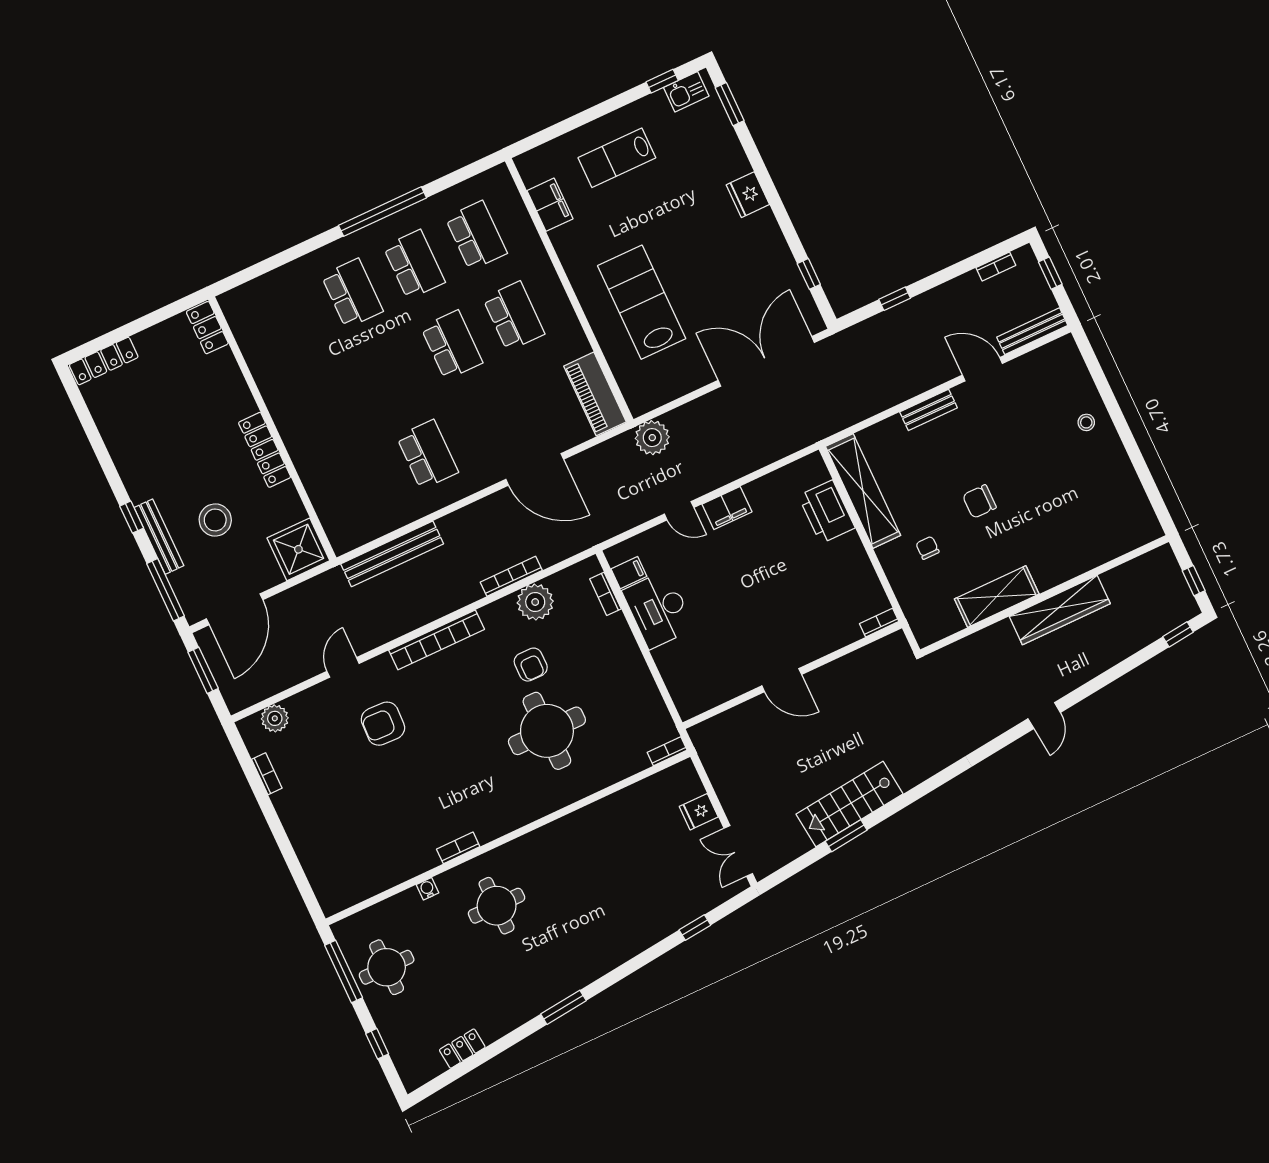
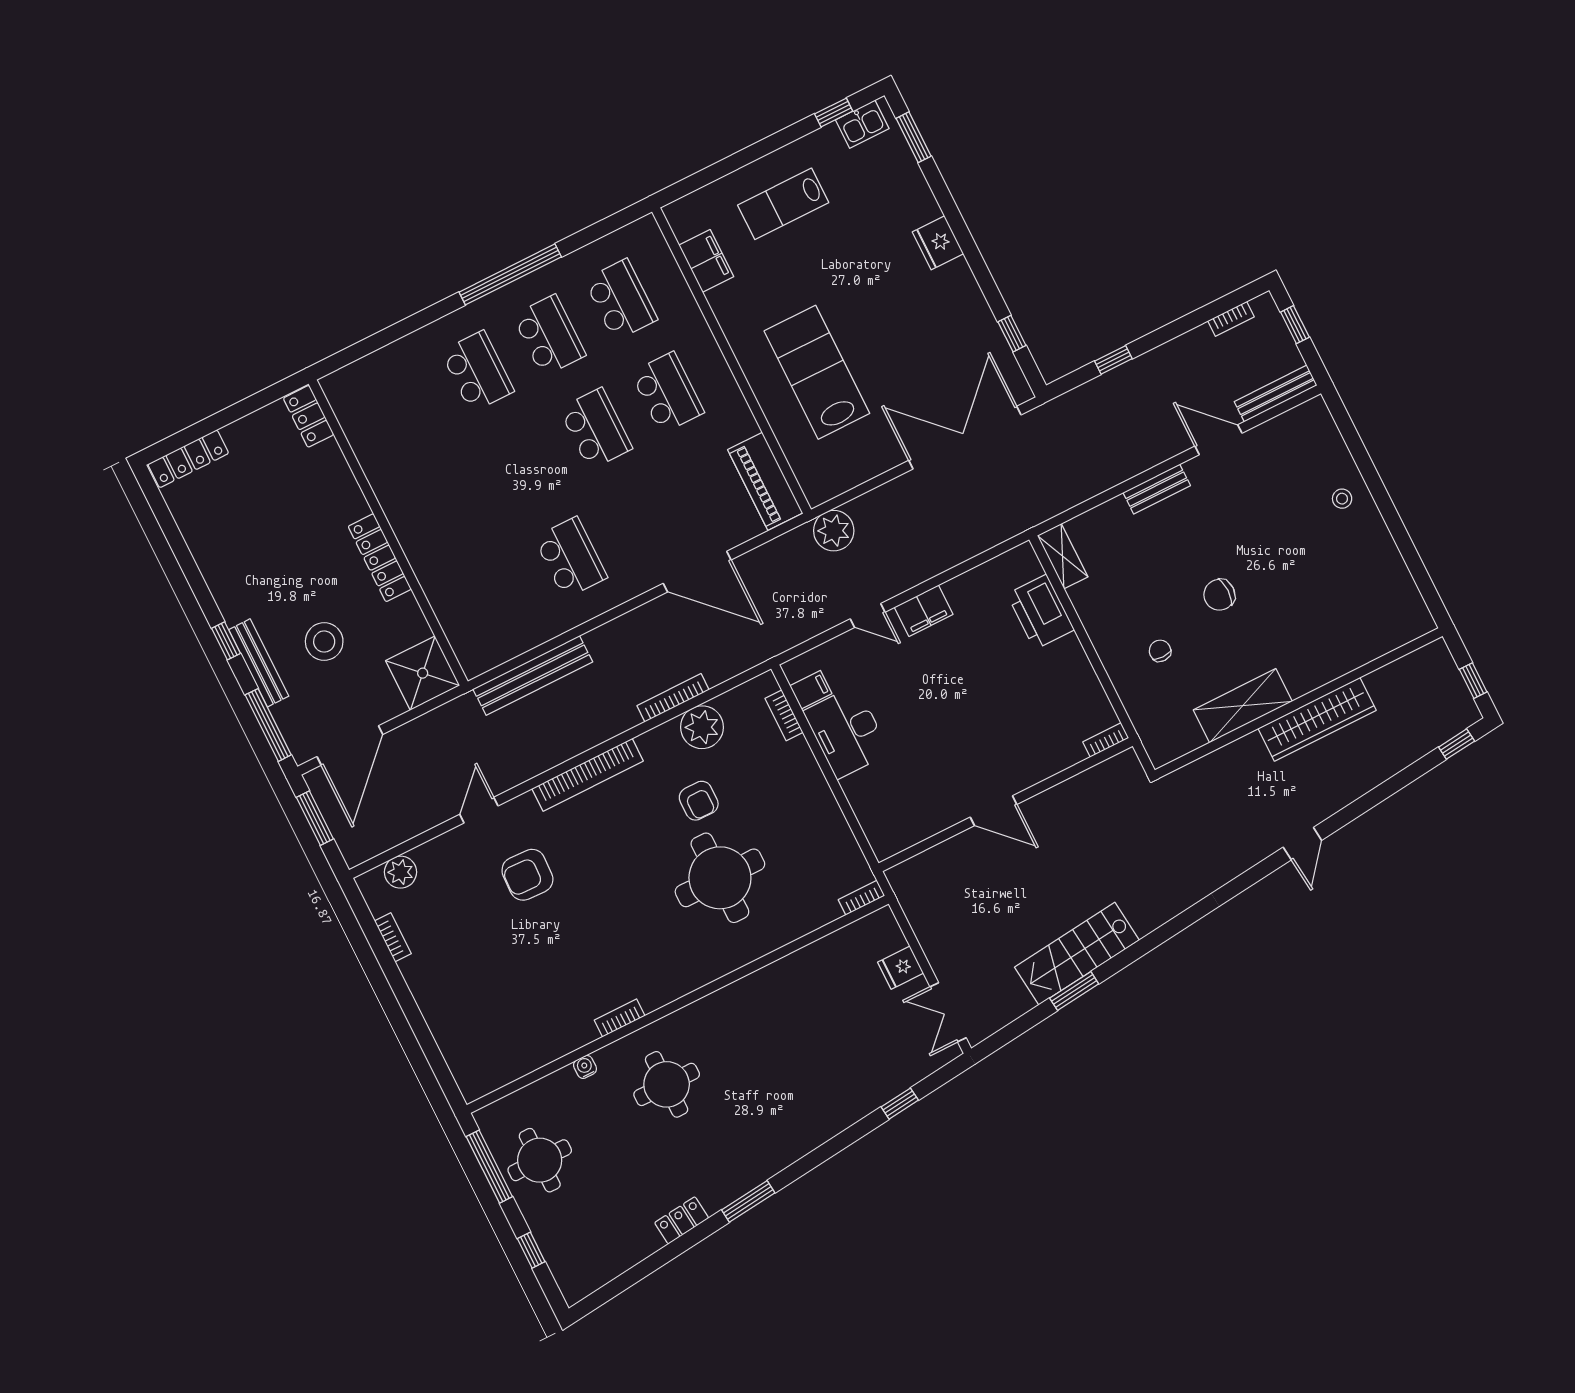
shelving: (863, 491) -> (1063, 556), width x0.45, depth x0.75
locker: (462, 1049) -> (682, 1220), moved

